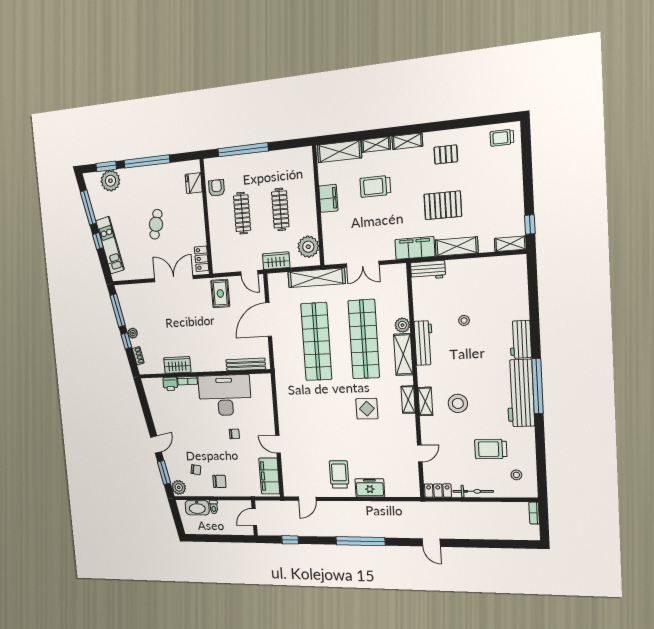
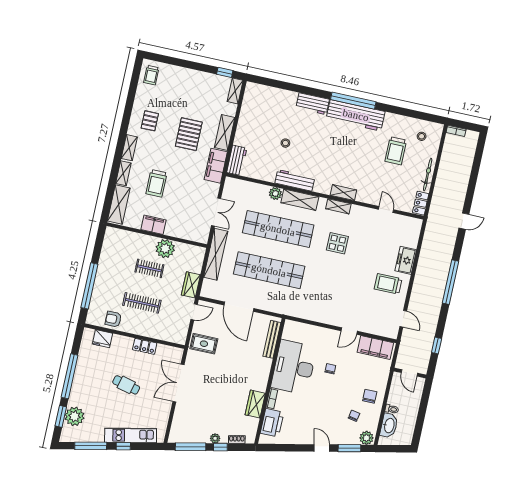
clothes rail: (280, 209) -> (149, 268), width x0.73
plant: (308, 247) -> (165, 249), moved
locker: (201, 259) -> (145, 346), moved
printer: (170, 384) -> (272, 423), width x1.87, depth x1.48
stool: (458, 403) -> (352, 167), removed

